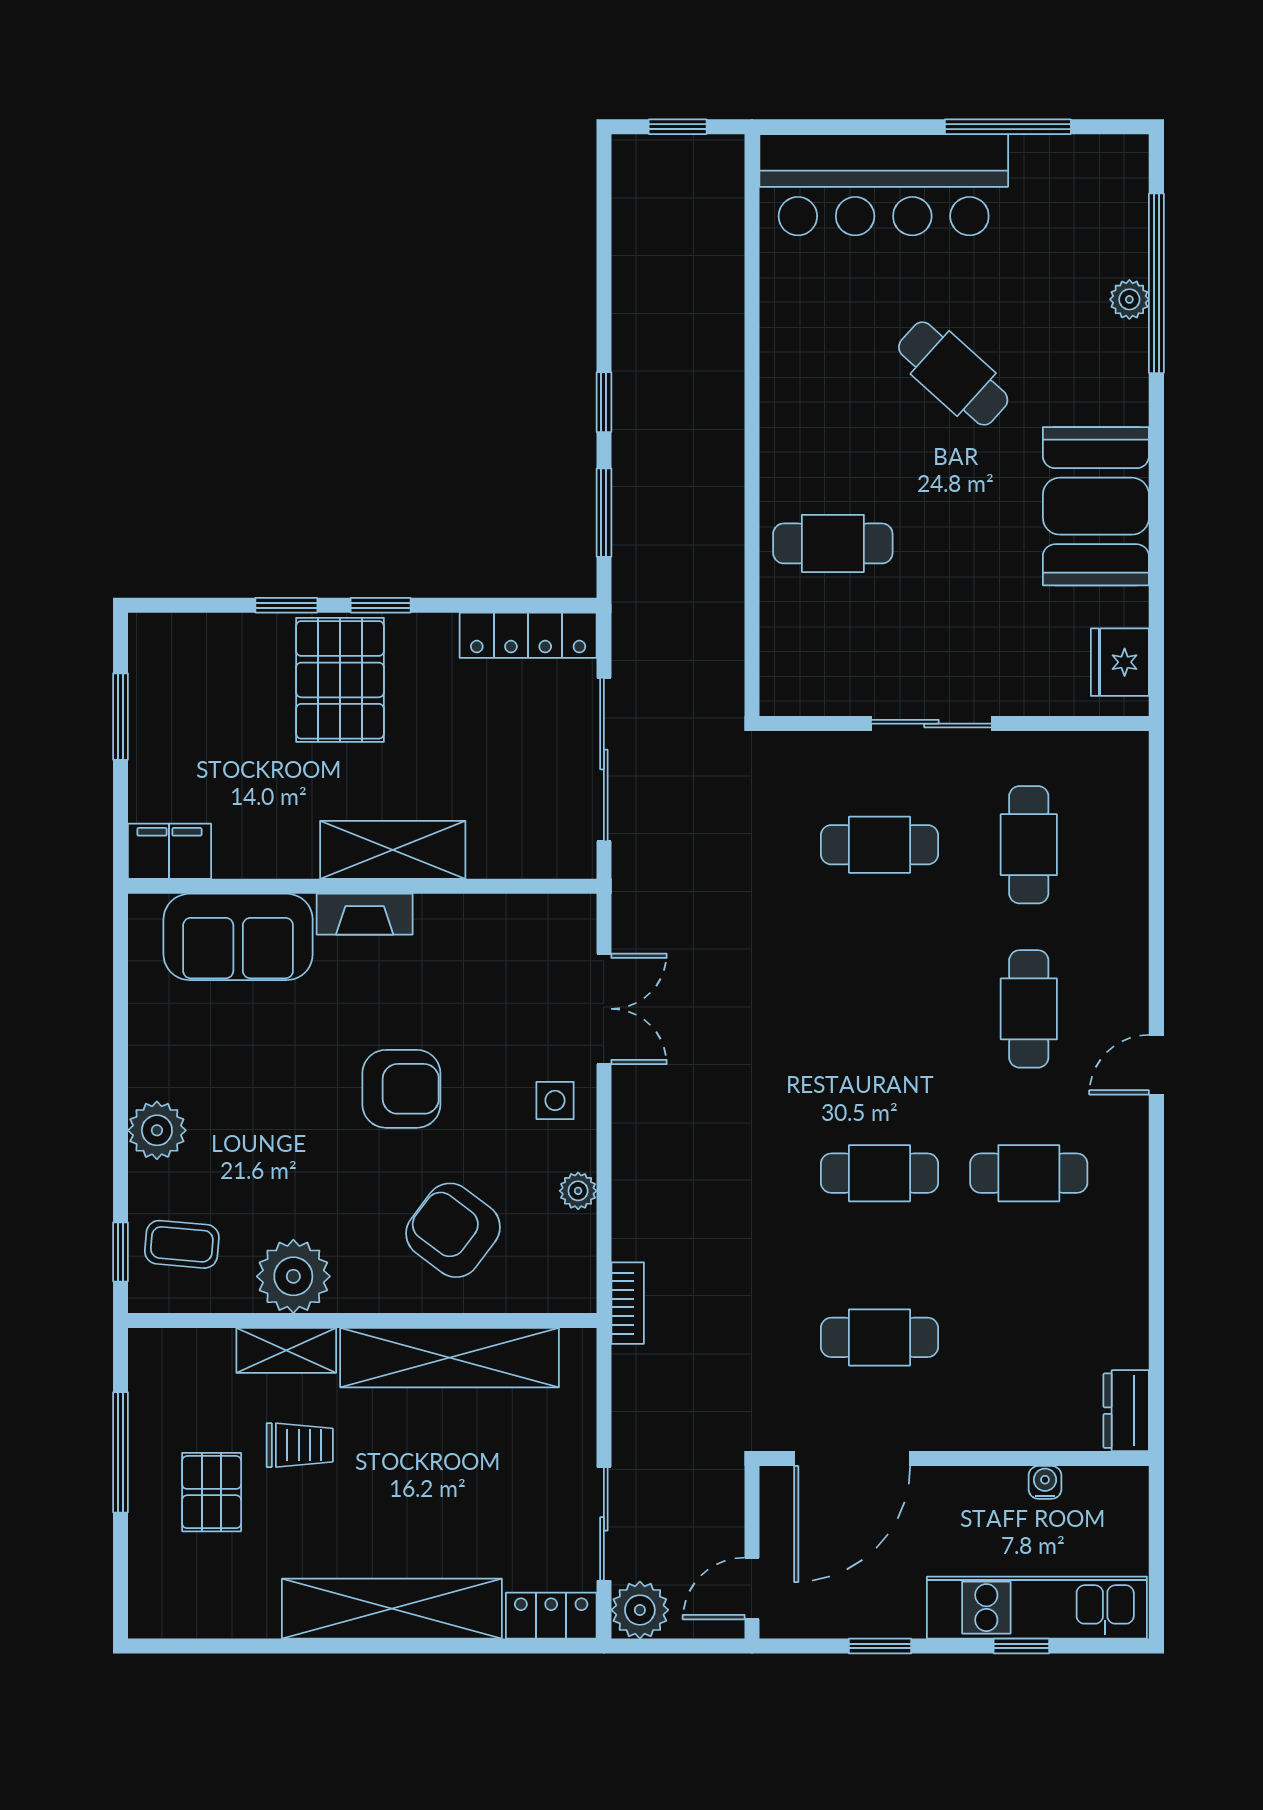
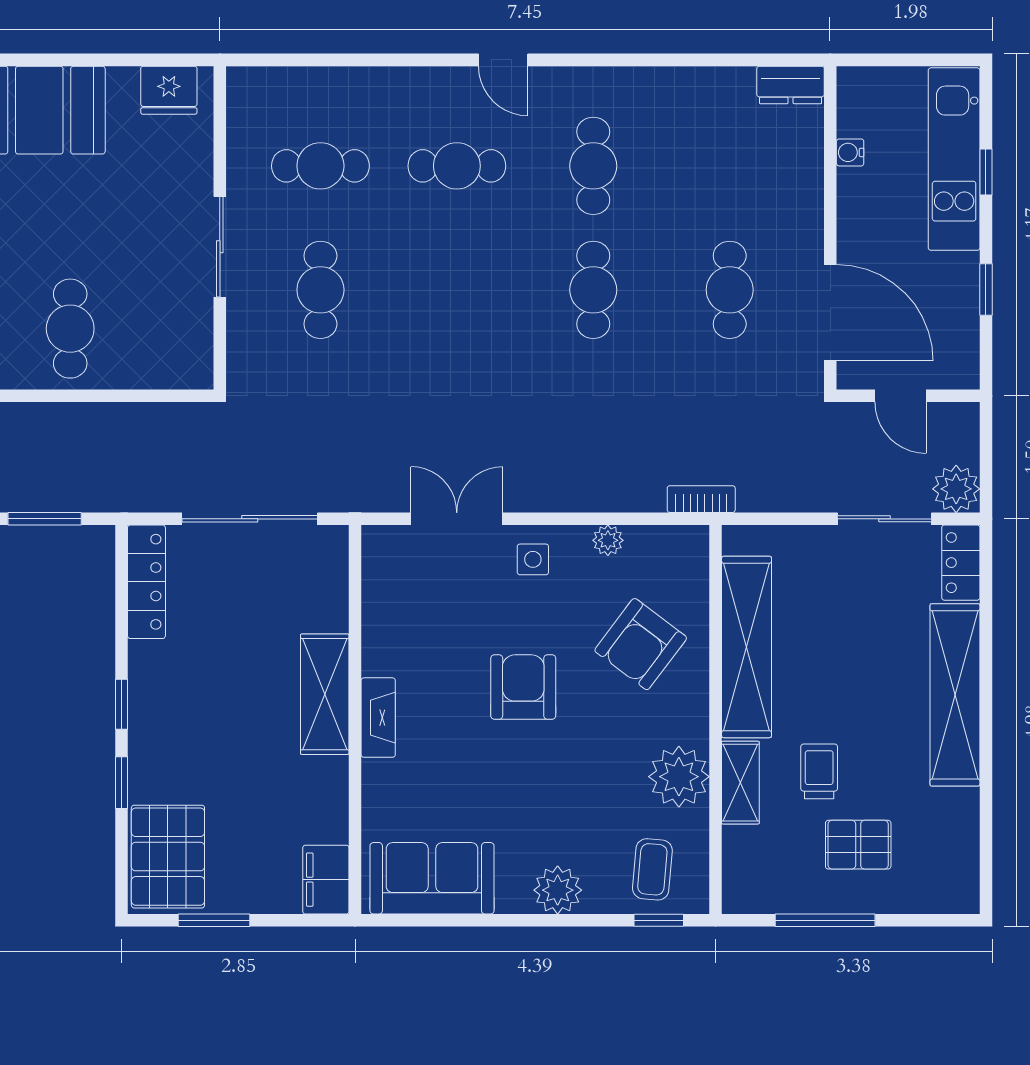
pallet: (340, 680) -> (168, 857), moved, turned 90
sofa: (238, 937) -> (432, 878), moved, turned -90
door: (752, 1588) -> (900, 396), moved

